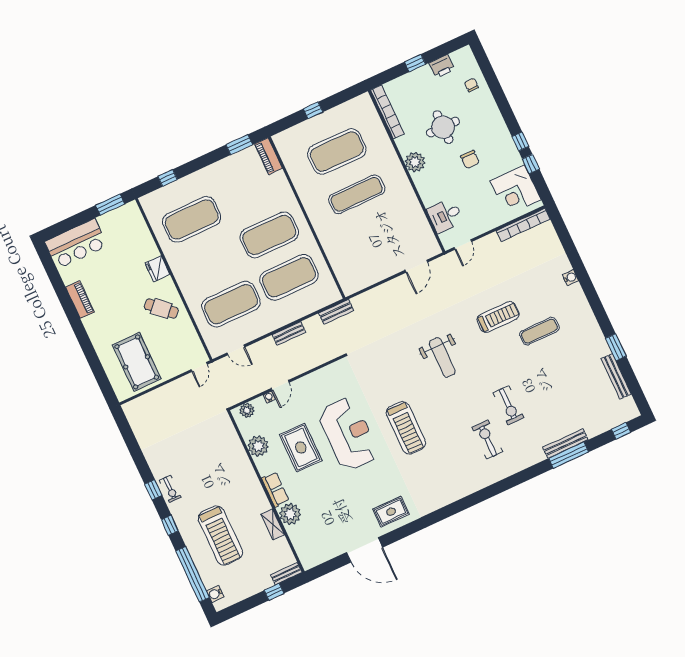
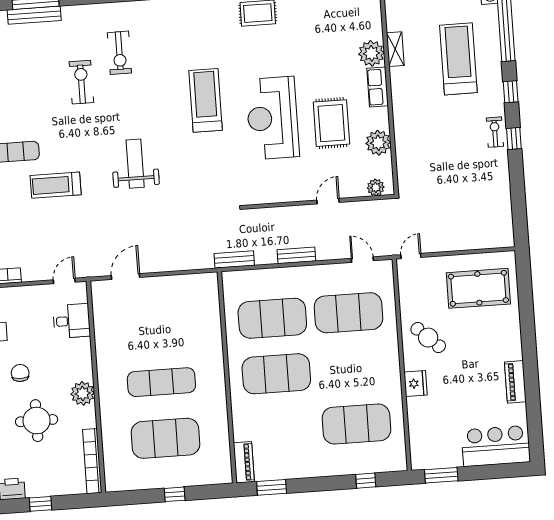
pool table: (137, 362) -> (478, 288), turned 90
water cooler: (269, 397) -> (345, 193), removed

